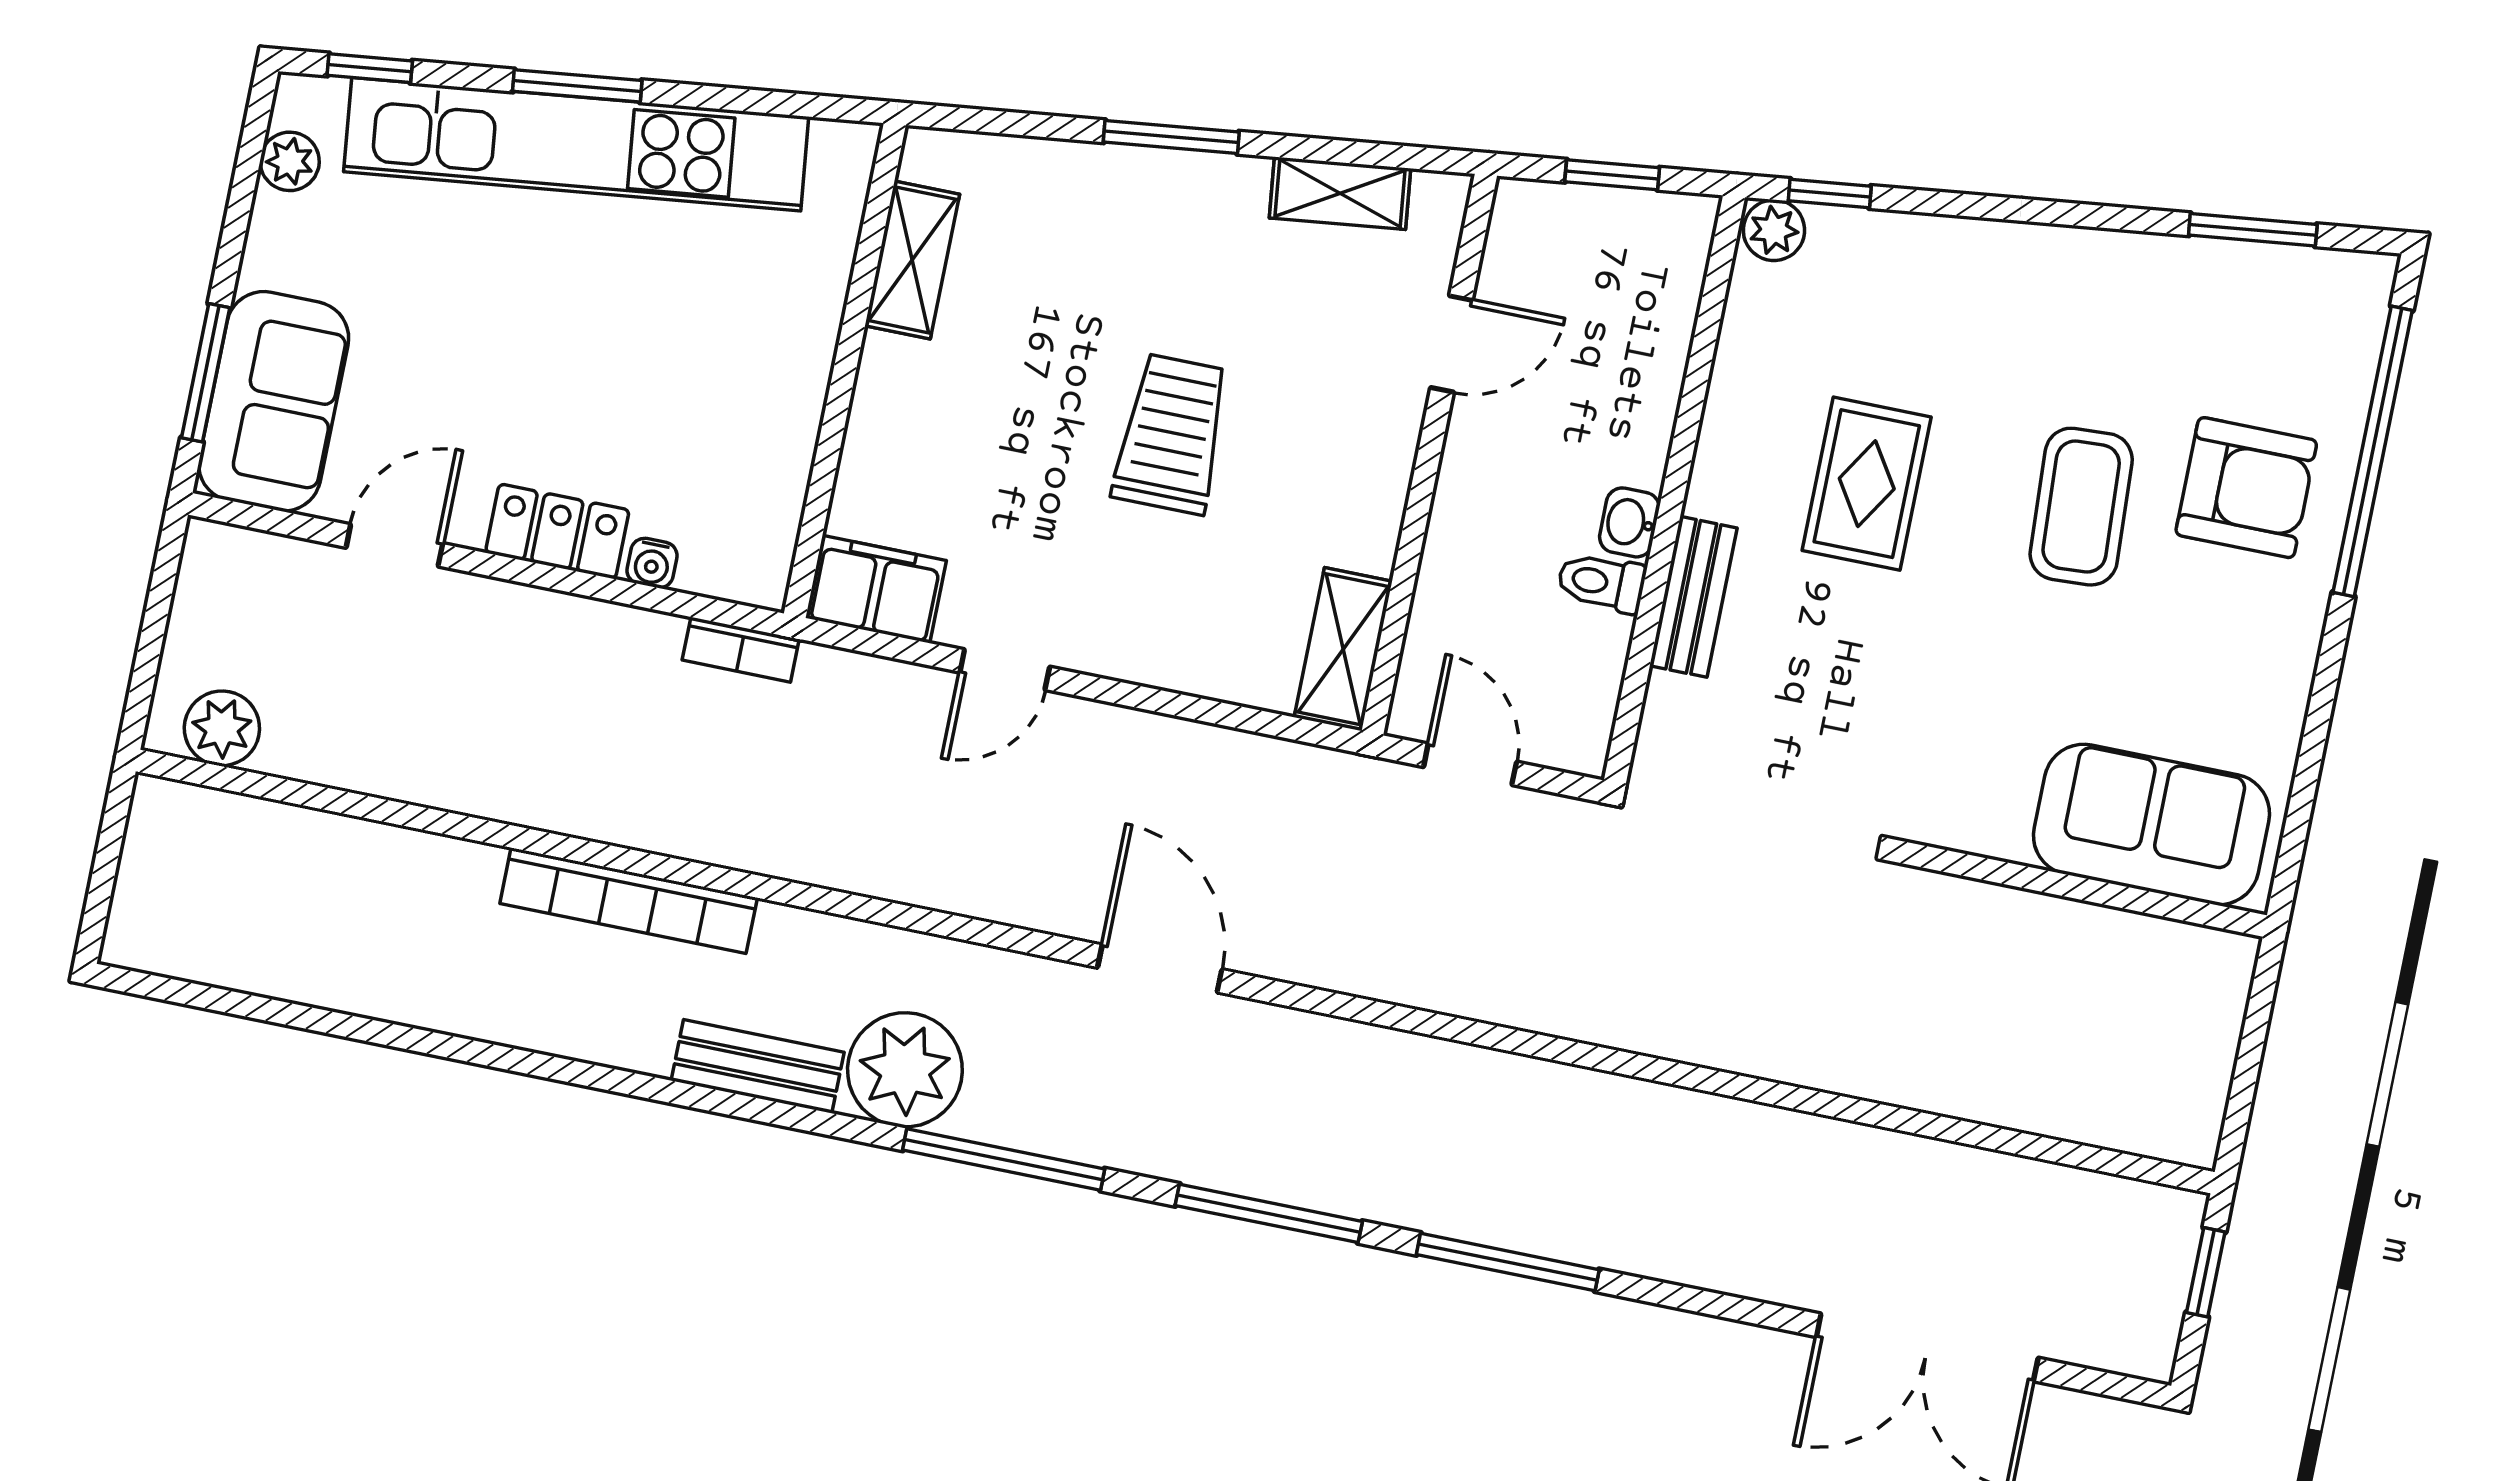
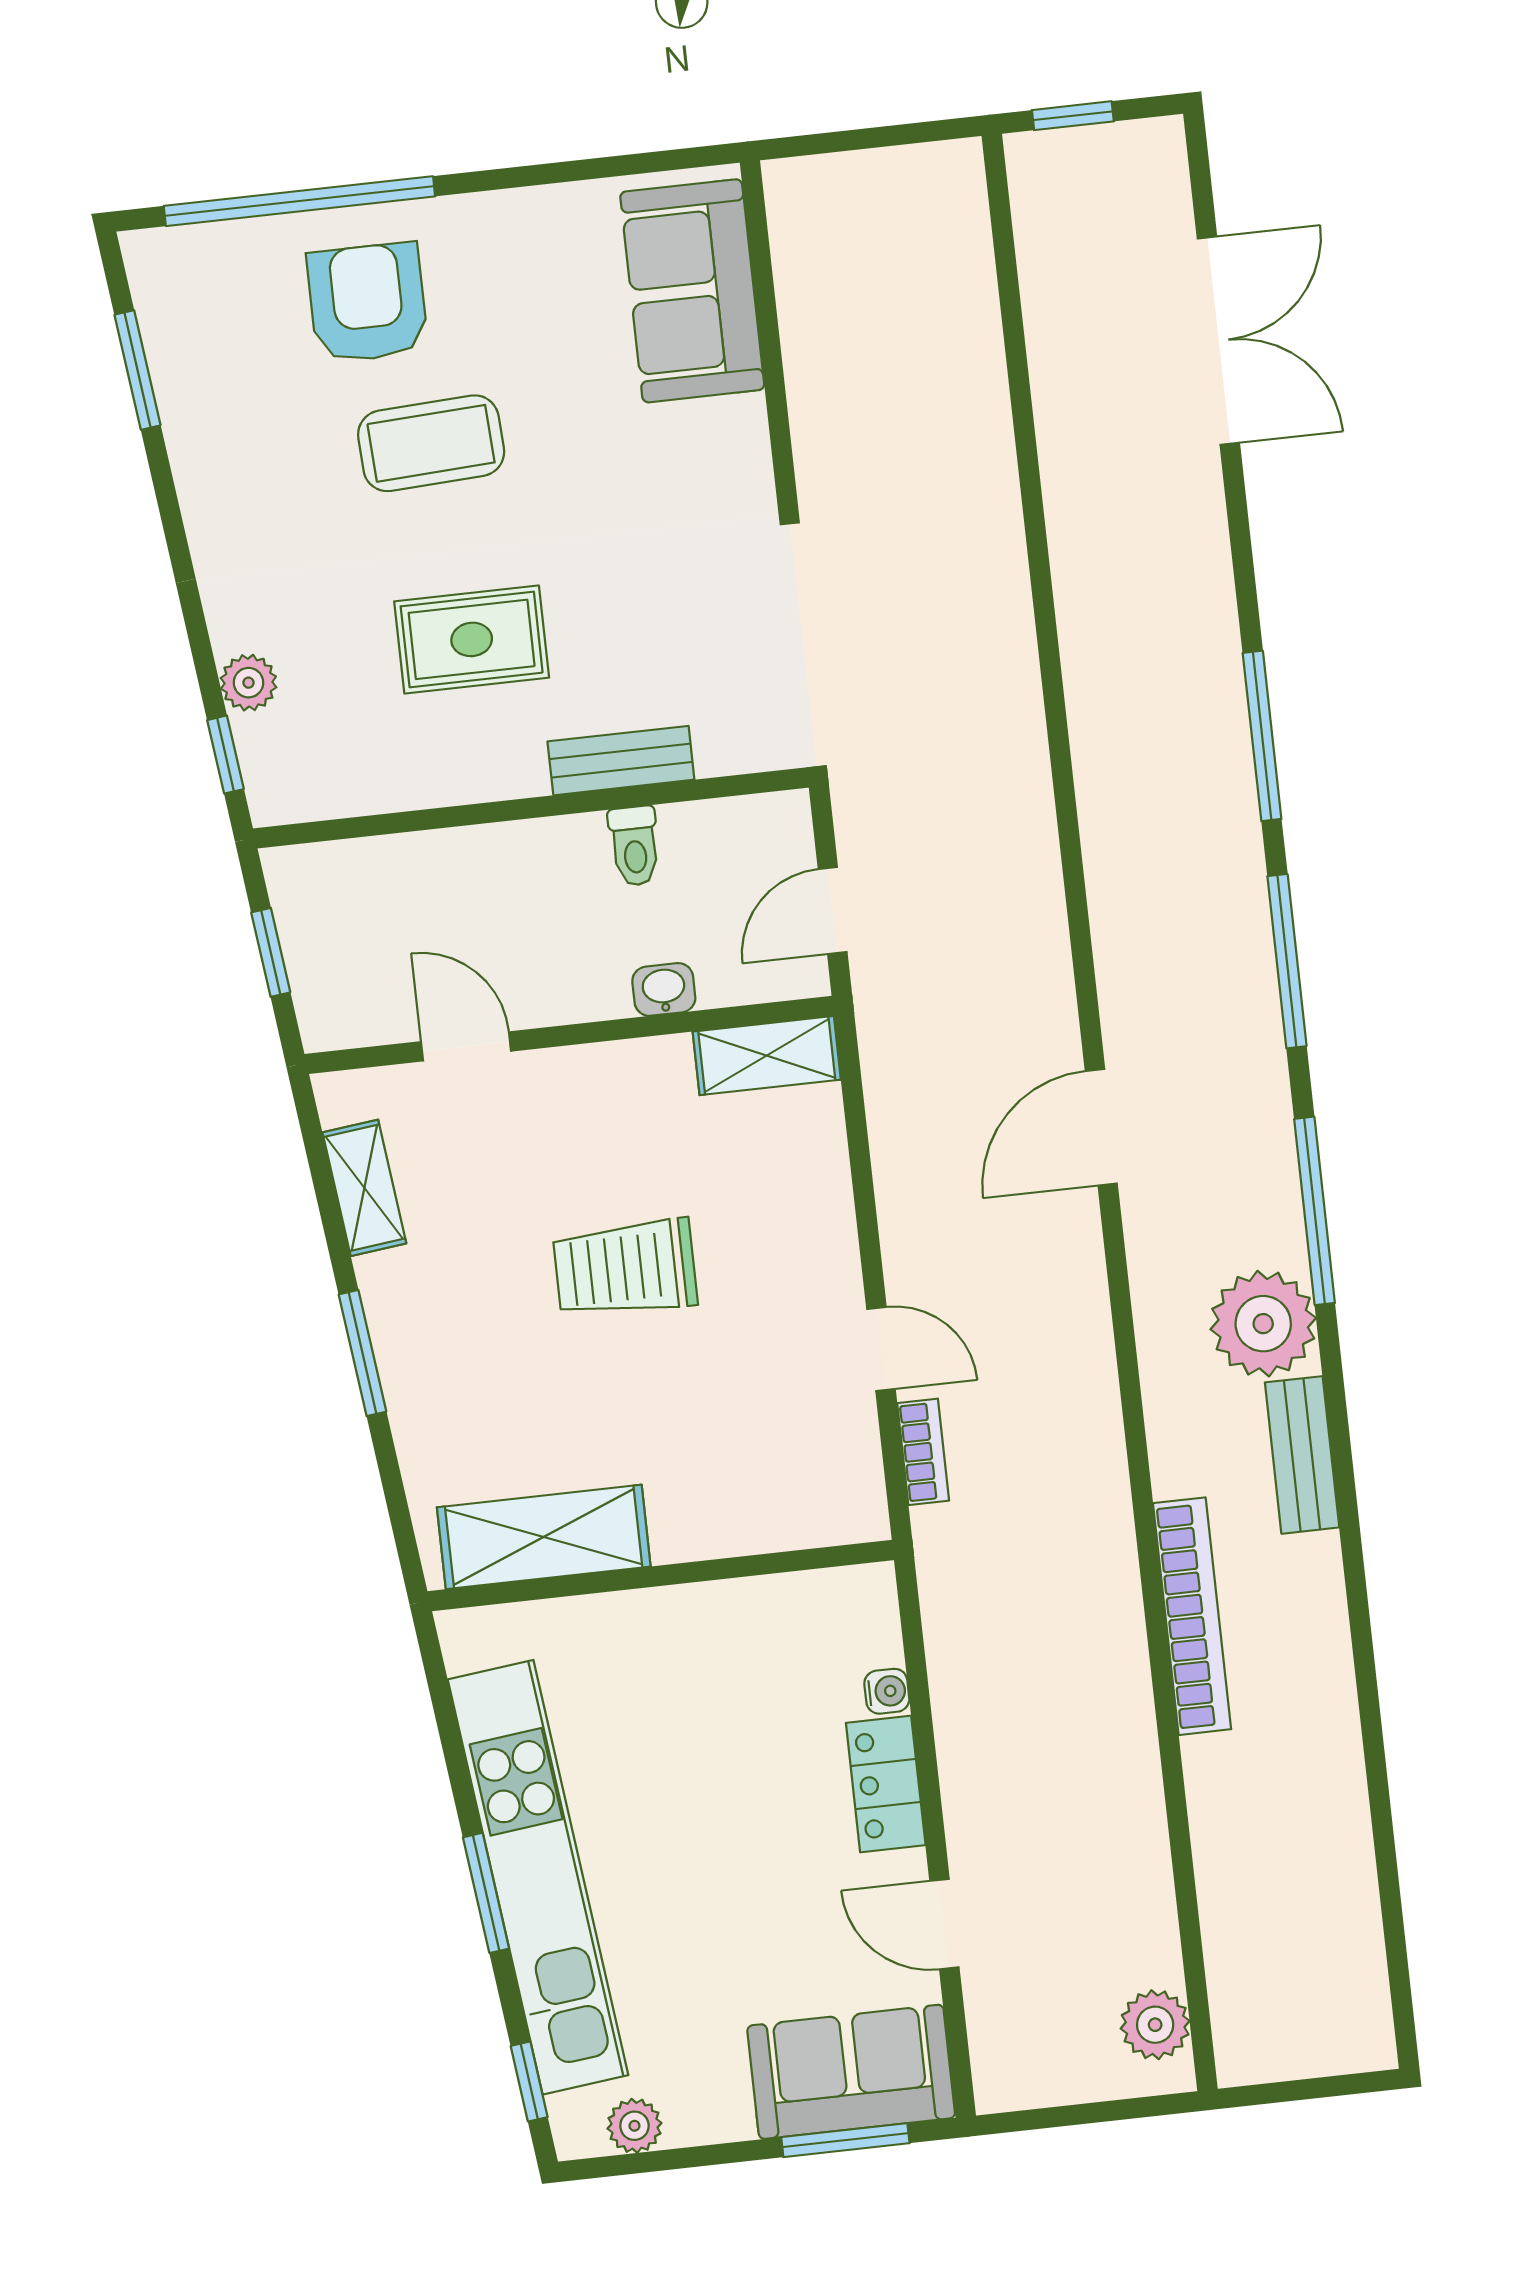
plant: (1774, 230) -> (248, 683), moved
shelving: (912, 260) -> (544, 1537), width x1.50, depth x1.33
washbasin: (1629, 522) -> (664, 989), moved, turned 180
filing cabinet: (876, 589) -> (846, 1486), removed
bookcase: (741, 650) -> (923, 1452), moved

